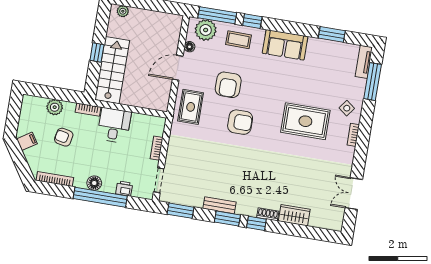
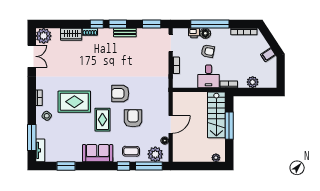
window: (97, 52) -> (229, 126), width x2.17
rug: (191, 107) -> (102, 120), moved
armchair: (64, 137) -> (208, 51), moved
floor lamp: (94, 183) -> (205, 33), moved
plant: (333, 219) -> (44, 36), added

